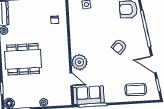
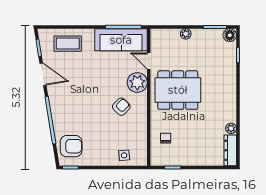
armchair: (119, 47) -> (121, 107), moved
dining table: (23, 59) -> (178, 90), moved
sofa: (89, 95) -> (121, 40), width x1.36

